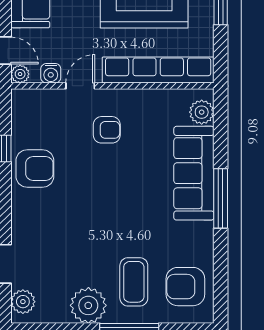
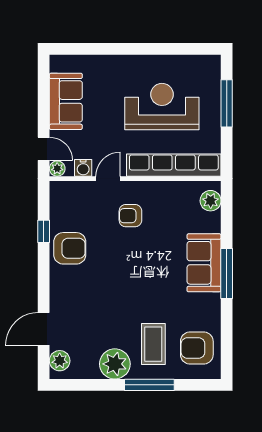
armchair: (107, 130) -> (130, 216), turned 180
sofa: (194, 173) -> (204, 263), width x0.73

